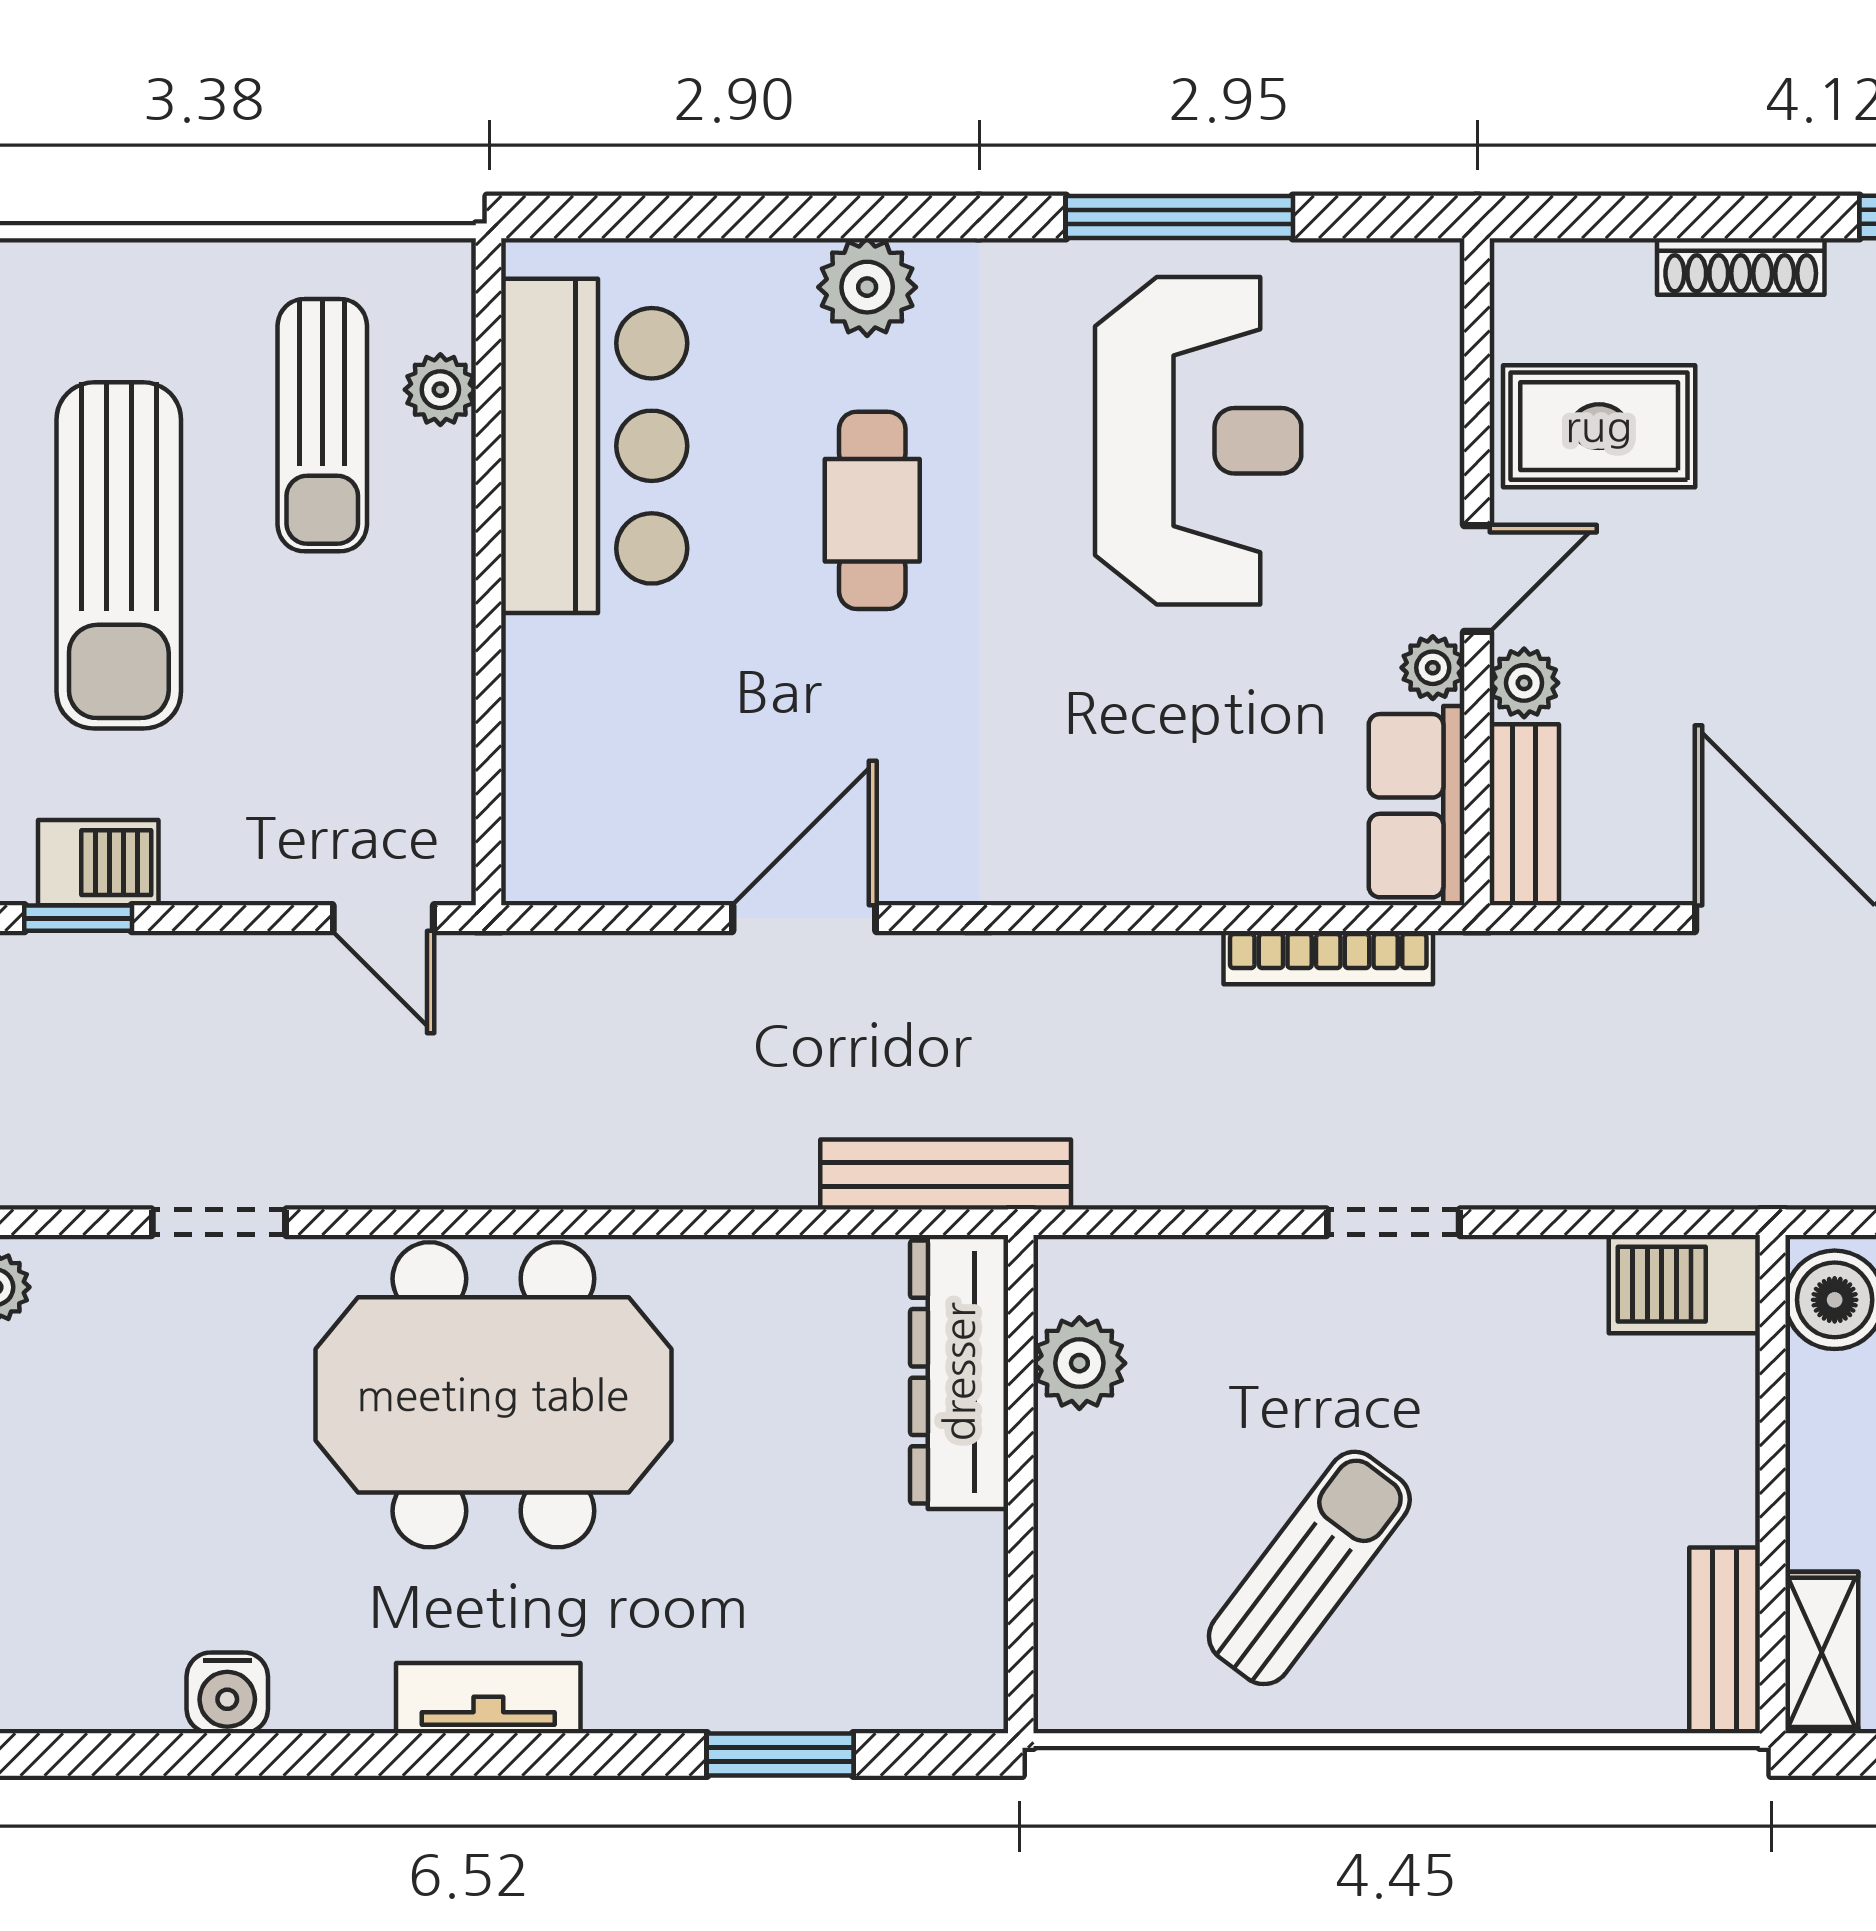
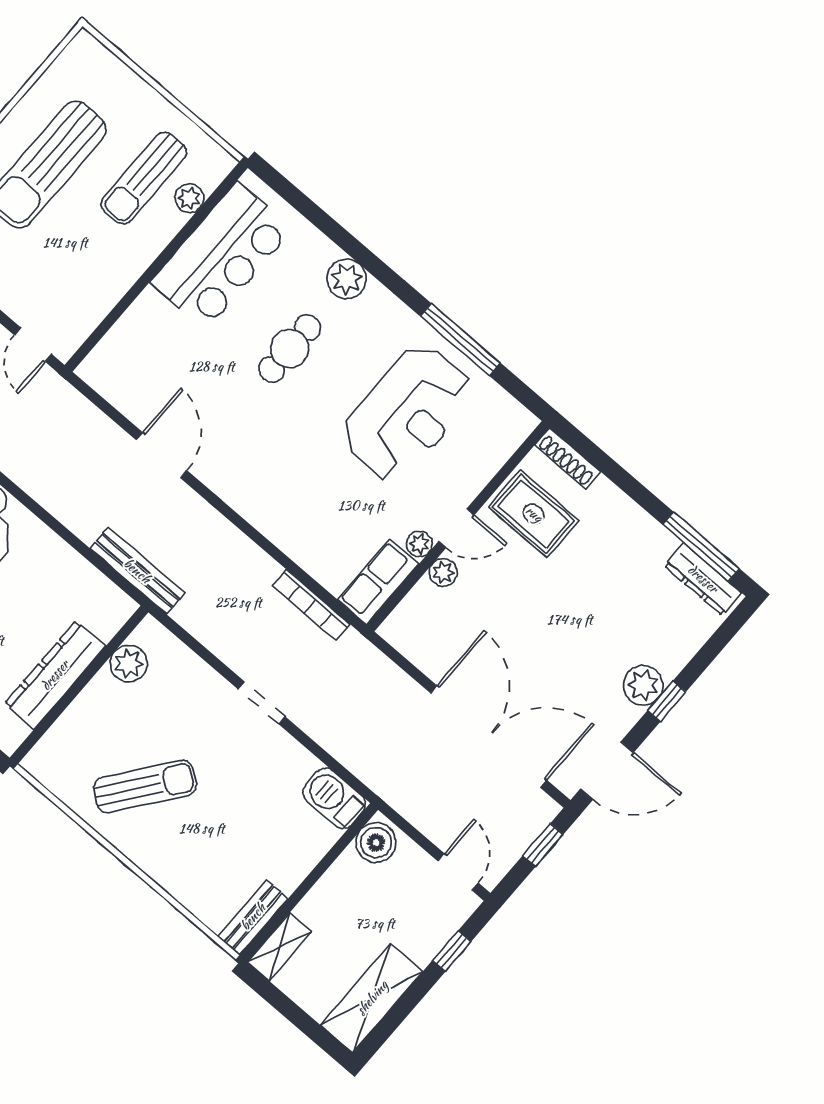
shoe rack: (1741, 266) -> (568, 458), moved
bench: (1524, 815) -> (409, 613), removed
door: (804, 918) -> (162, 455), hinge flipped
dresser: (959, 1372) -> (55, 675), moved

